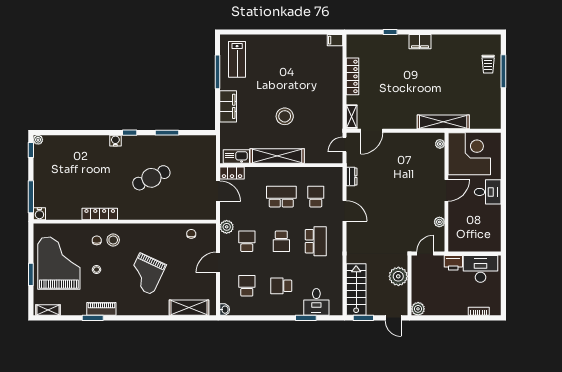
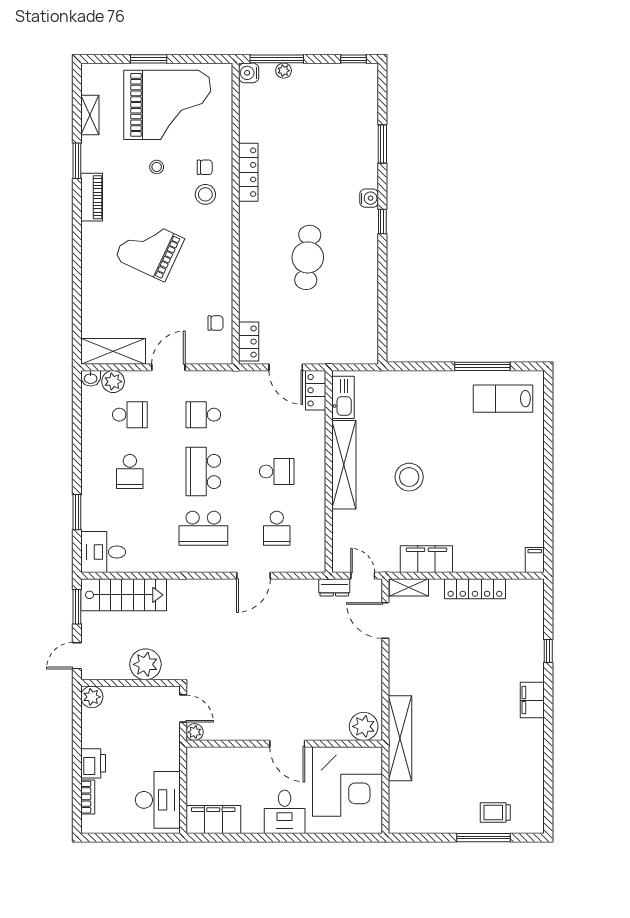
filing cabinet: (228, 106) -> (426, 559), moved, turned 180
window: (167, 133) -> (382, 144), moved
plant: (38, 140) -> (284, 71), moved
plant: (440, 144) -> (364, 726), width x1.88, depth x1.88
dresser: (352, 177) -> (334, 587), moved
cafe table: (151, 178) -> (308, 257), turned 30
door: (218, 191) -> (286, 367), hinge flipped
school desk: (281, 197) -> (277, 471), width x0.54
school desk: (316, 197) -> (277, 528), turned 90
locker: (202, 214) -> (249, 342), added
plant: (439, 222) -> (195, 732), moved
plant: (227, 227) -> (113, 382), moved
filing cabinet: (492, 235) -> (213, 819), added
school desk: (247, 241) -> (203, 415), turned 180
school desk: (281, 241) -> (203, 471), width x1.85
door: (218, 262) -> (168, 367), hinge flipped
printer: (453, 263) -> (93, 763), moved, turned 180
school desk: (281, 286) -> (130, 471), turned 180
desk: (316, 302) -> (103, 552), moved
shelving: (189, 308) -> (113, 351), moved, turned 90
piano: (101, 309) -> (92, 197), moved
shelving: (48, 310) -> (90, 115), moved

